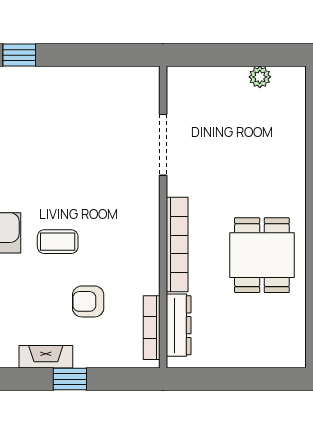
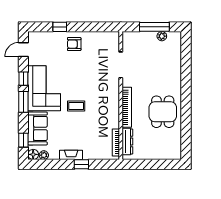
window: (242, 55) -> (154, 27), added
armchair: (88, 301) -> (74, 44), moved

